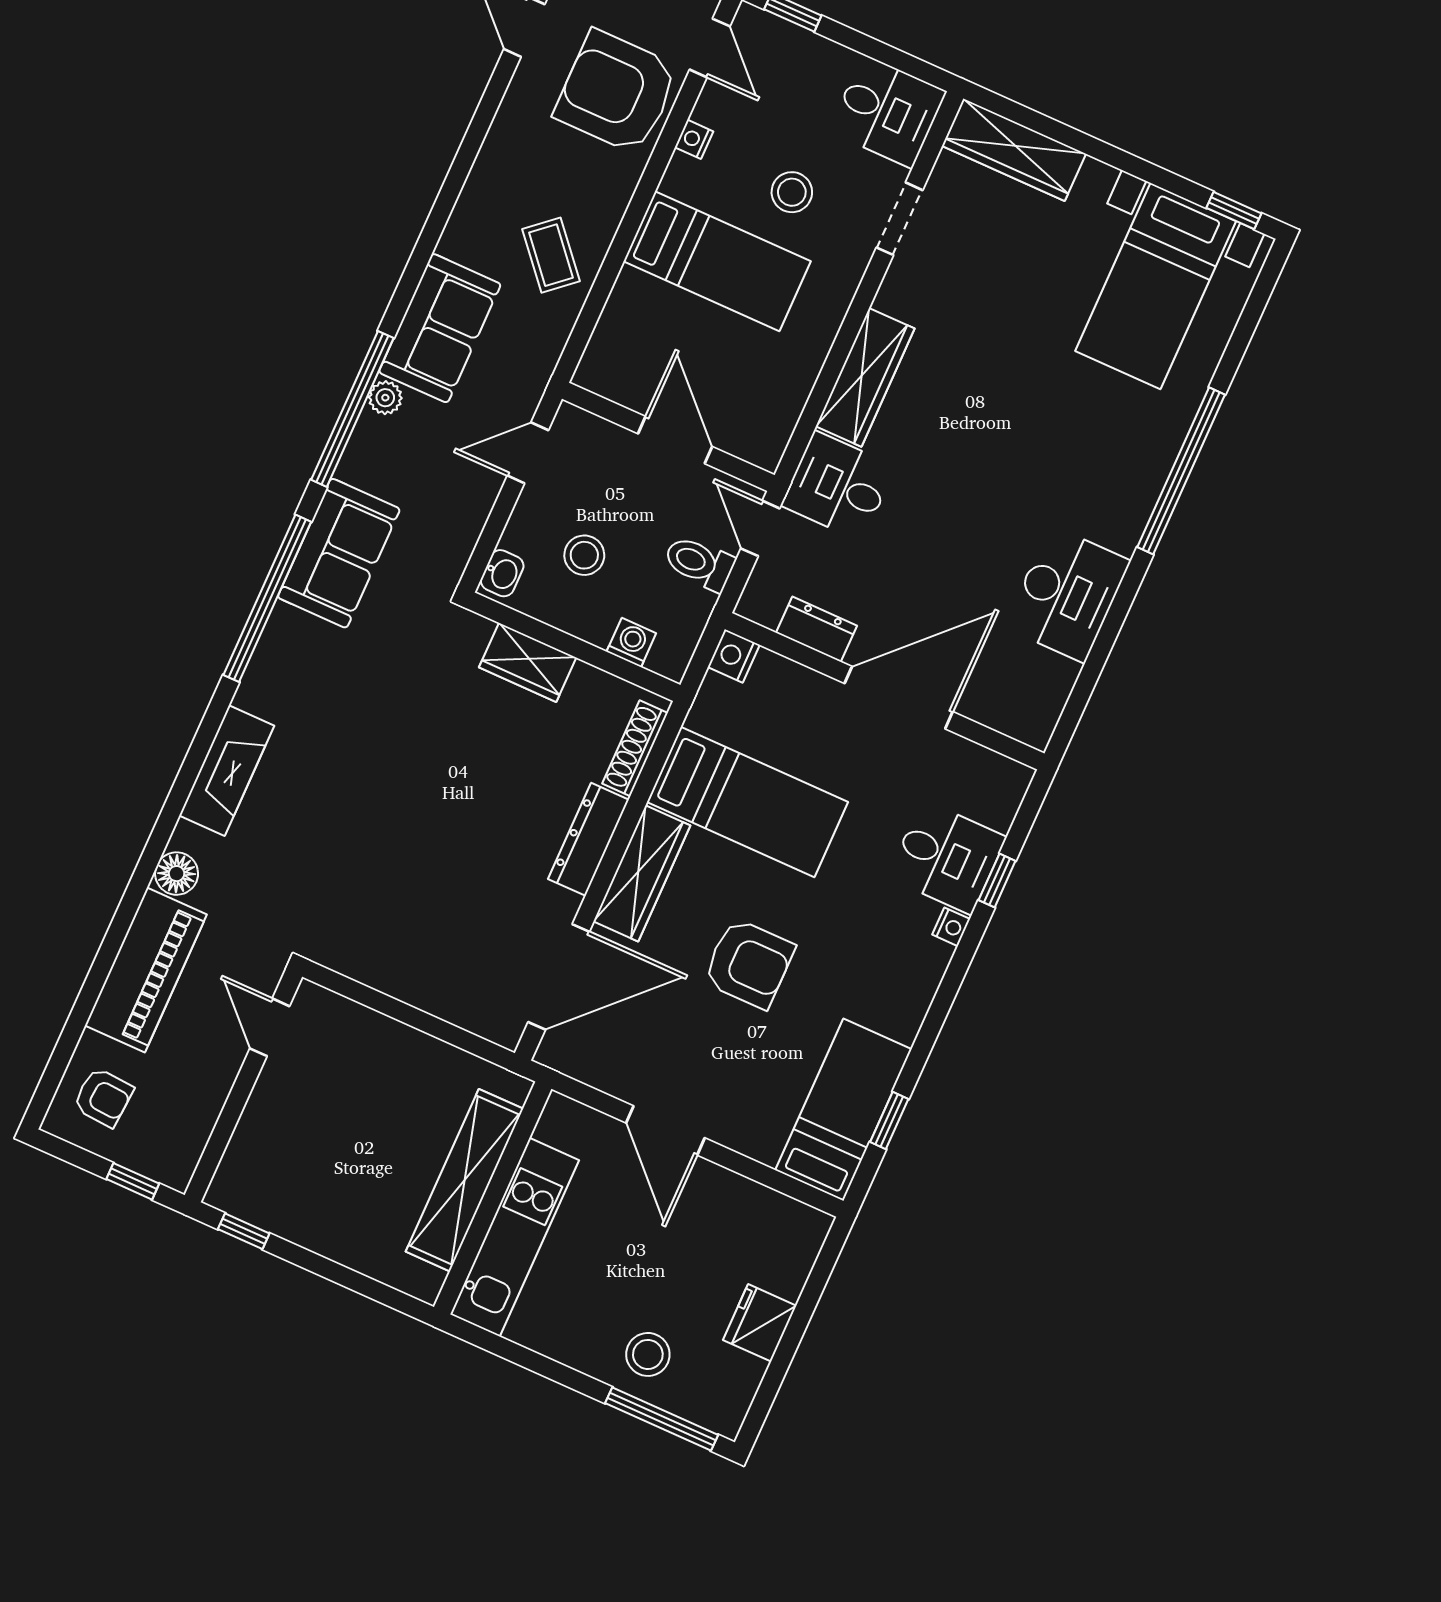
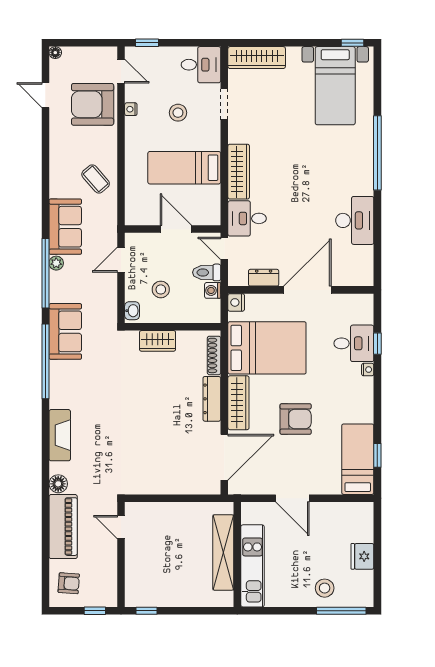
bed: (717, 261) -> (184, 168), moved, turned 180
washing machine: (631, 642) -> (213, 290), moved, turned -90
bed: (748, 802) -> (267, 348), width x1.50

